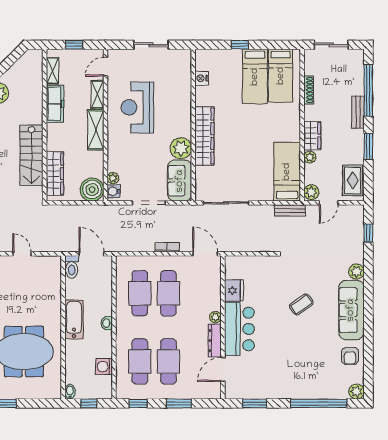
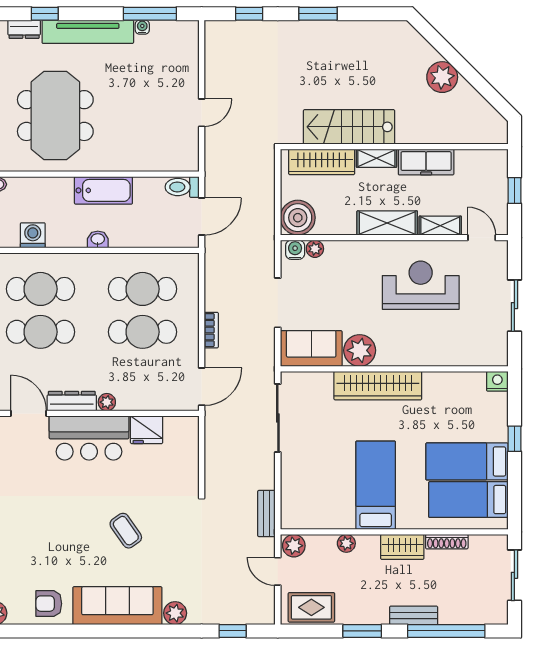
shelving: (52, 71) -> (376, 158), moved
nightstand: (202, 78) -> (497, 381), moved
wardrobe: (312, 136) -> (402, 547), moved
bed: (287, 172) -> (376, 485), moved, turned -90

